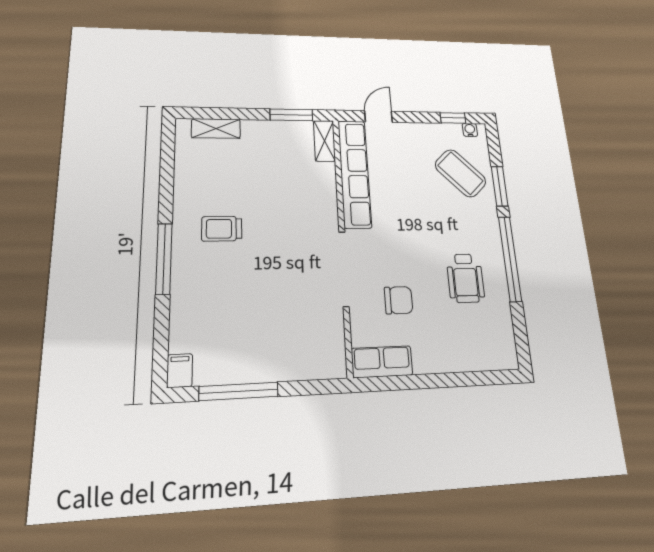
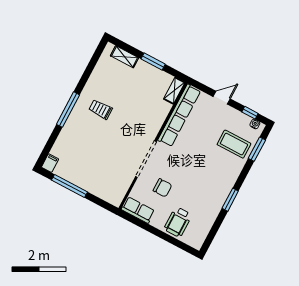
window: (291, 115) -> (153, 61), moved
door: (379, 117) -> (222, 98), moved
coffee table: (460, 173) -> (234, 144), turned -46
window: (500, 186) -> (257, 149), moved
window: (510, 259) -> (230, 200), width x0.47
wheelchair: (465, 278) -> (178, 222), moved

